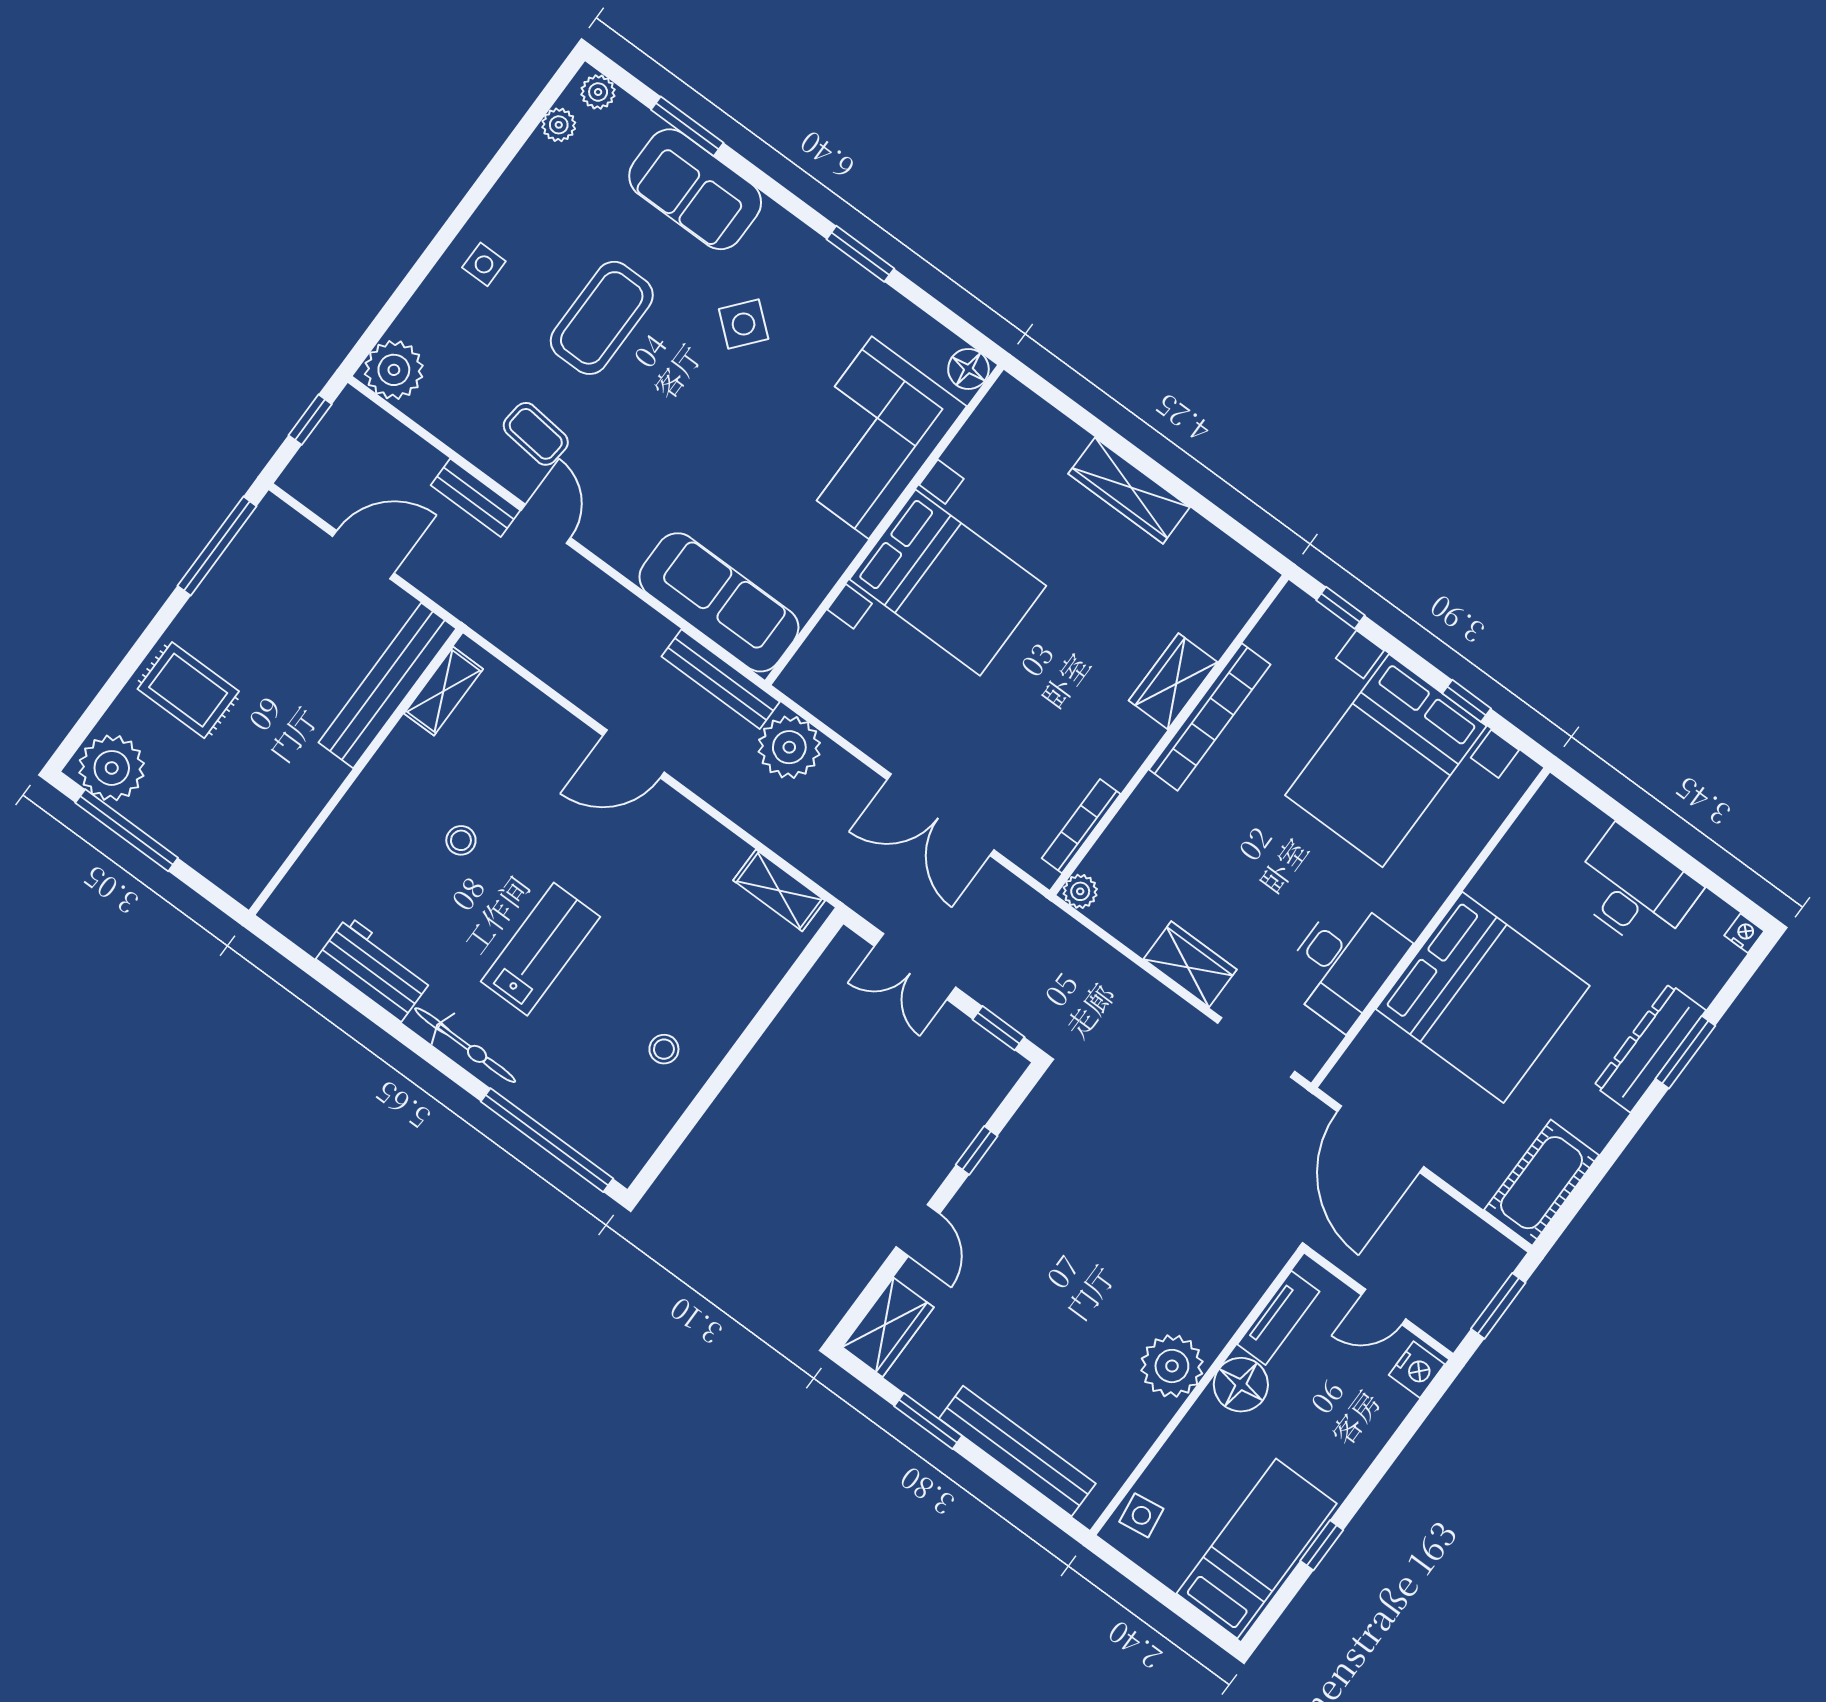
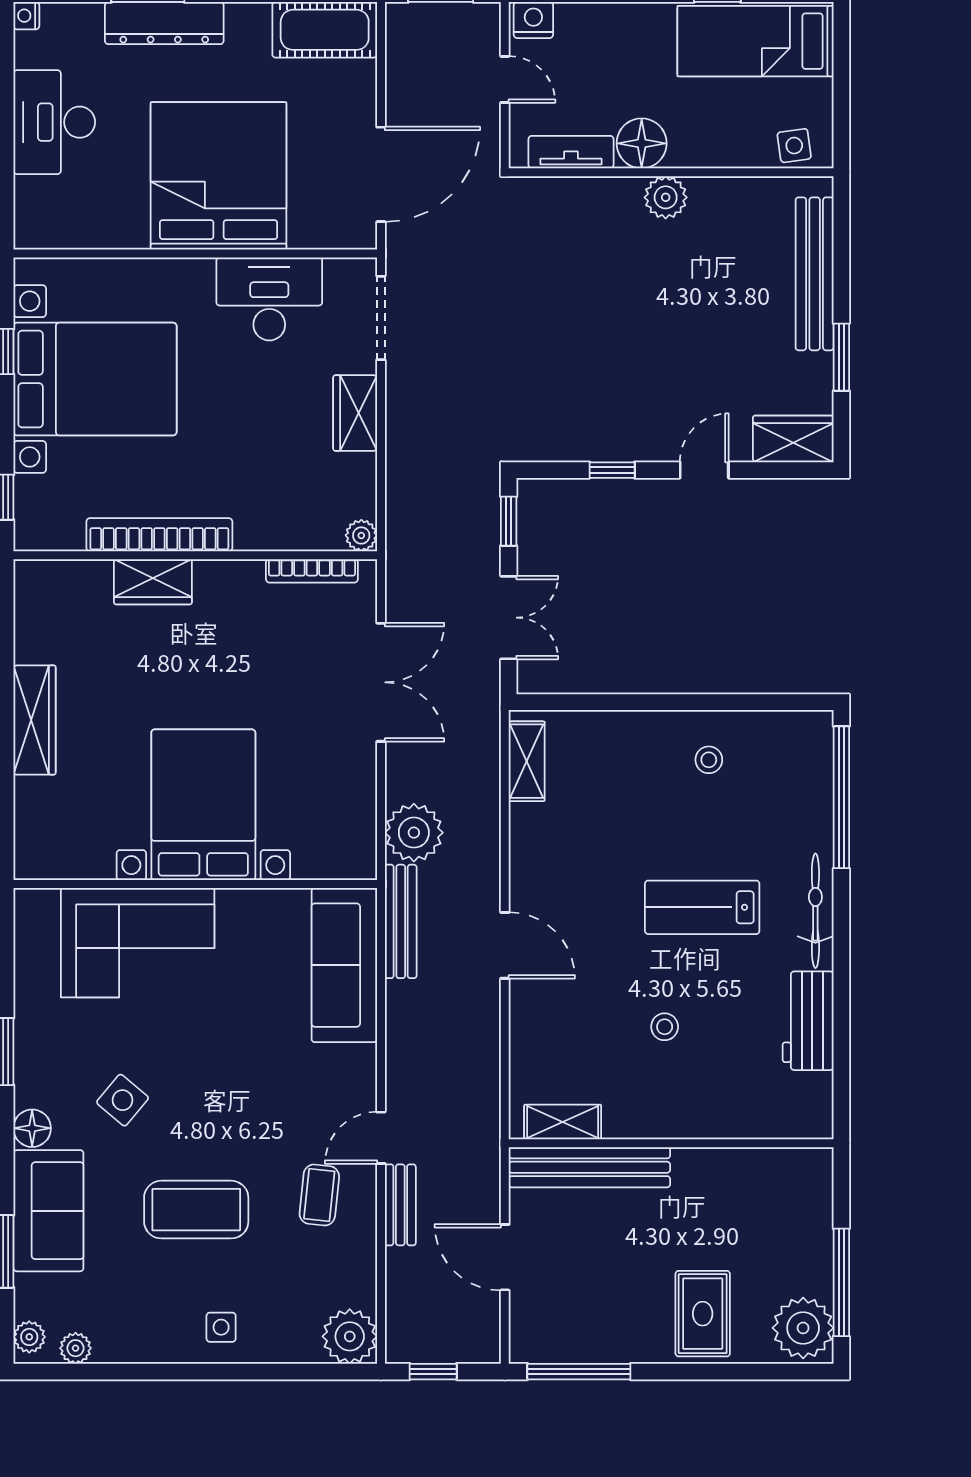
floor lamp: (968, 369) -> (32, 1128), moved
plant: (1172, 1366) -> (666, 197), width x0.73, depth x0.73

